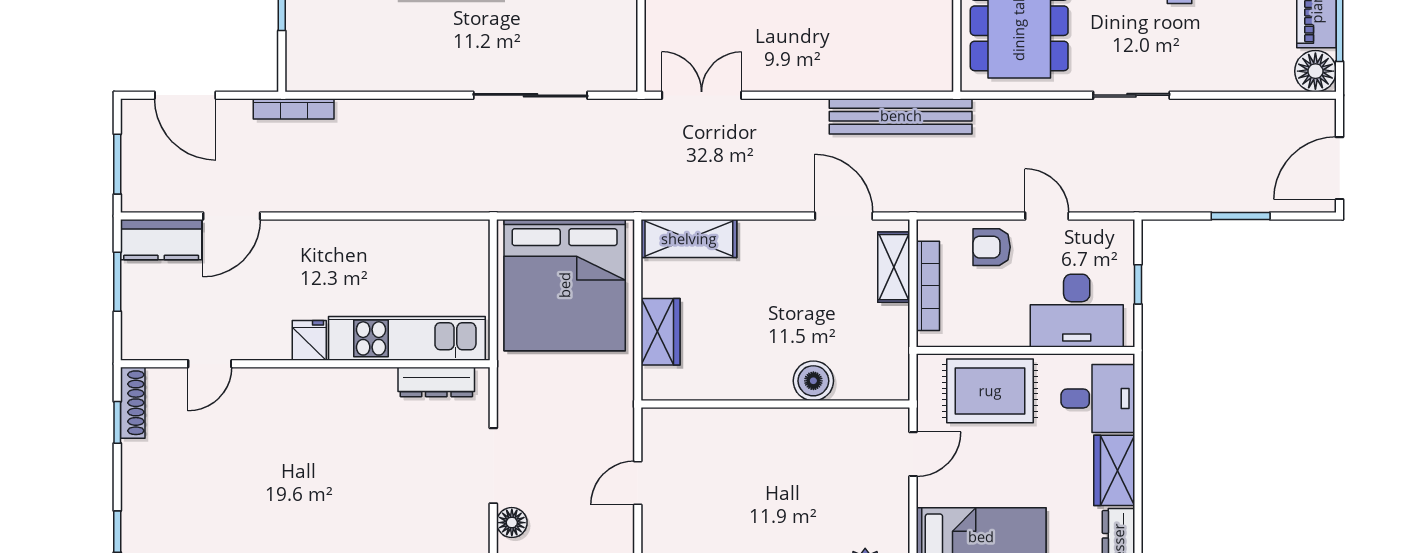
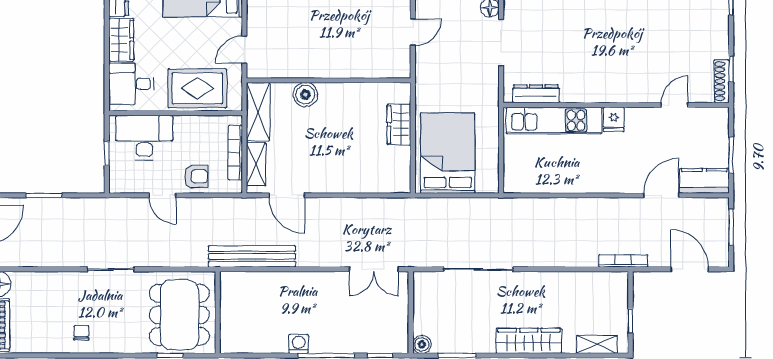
shelving: (689, 239) -> (258, 112), moved, turned 90
bed: (565, 285) -> (448, 153), width x0.73

